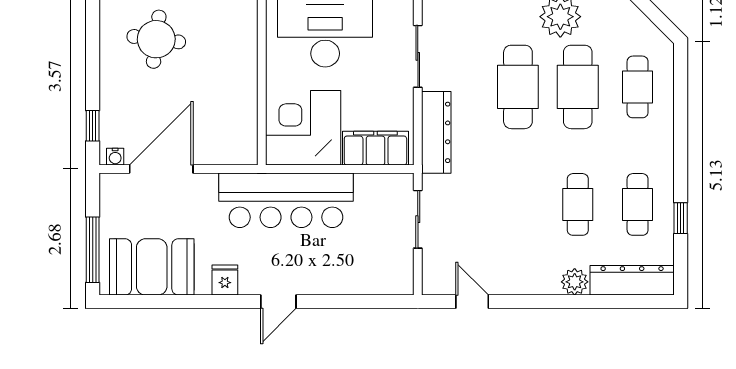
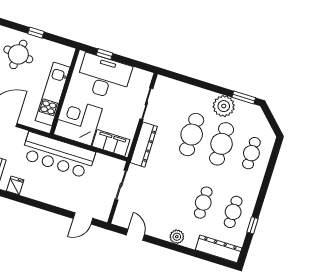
kitchen unit: (241, 92) -> (53, 94), added
plant: (575, 282) -> (177, 237), moved
door: (278, 302) -> (83, 218), moved

